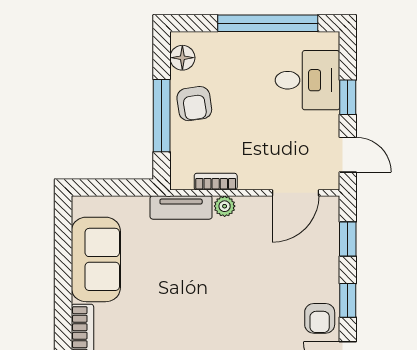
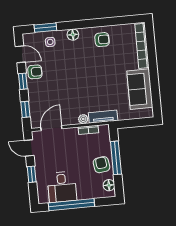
desk: (307, 80) -> (62, 187), moved, turned -90
armchair: (320, 318) -> (35, 72), turned 90

